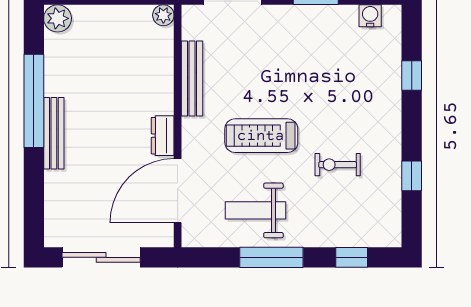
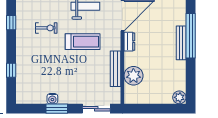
plant: (163, 15) -> (133, 76), moved, width x1.87, depth x1.87
water cooler: (370, 16) -> (52, 99), moved
window: (34, 101) -> (191, 36), moved

